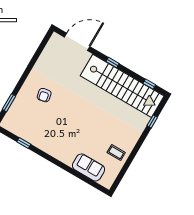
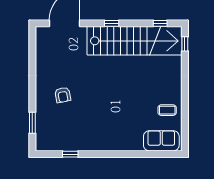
window: (152, 121) -> (185, 44), moved
sofa: (89, 167) -> (161, 141), moved

